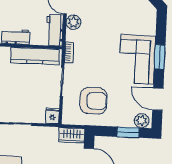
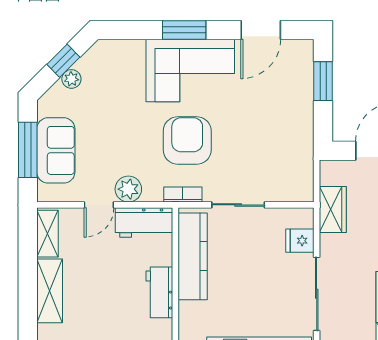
armchair: (93, 101) -> (187, 140), moved
fridge: (52, 116) -> (300, 241), moved
plant: (142, 121) -> (301, 58), removed
wardrobe: (72, 135) -> (333, 210), moved

